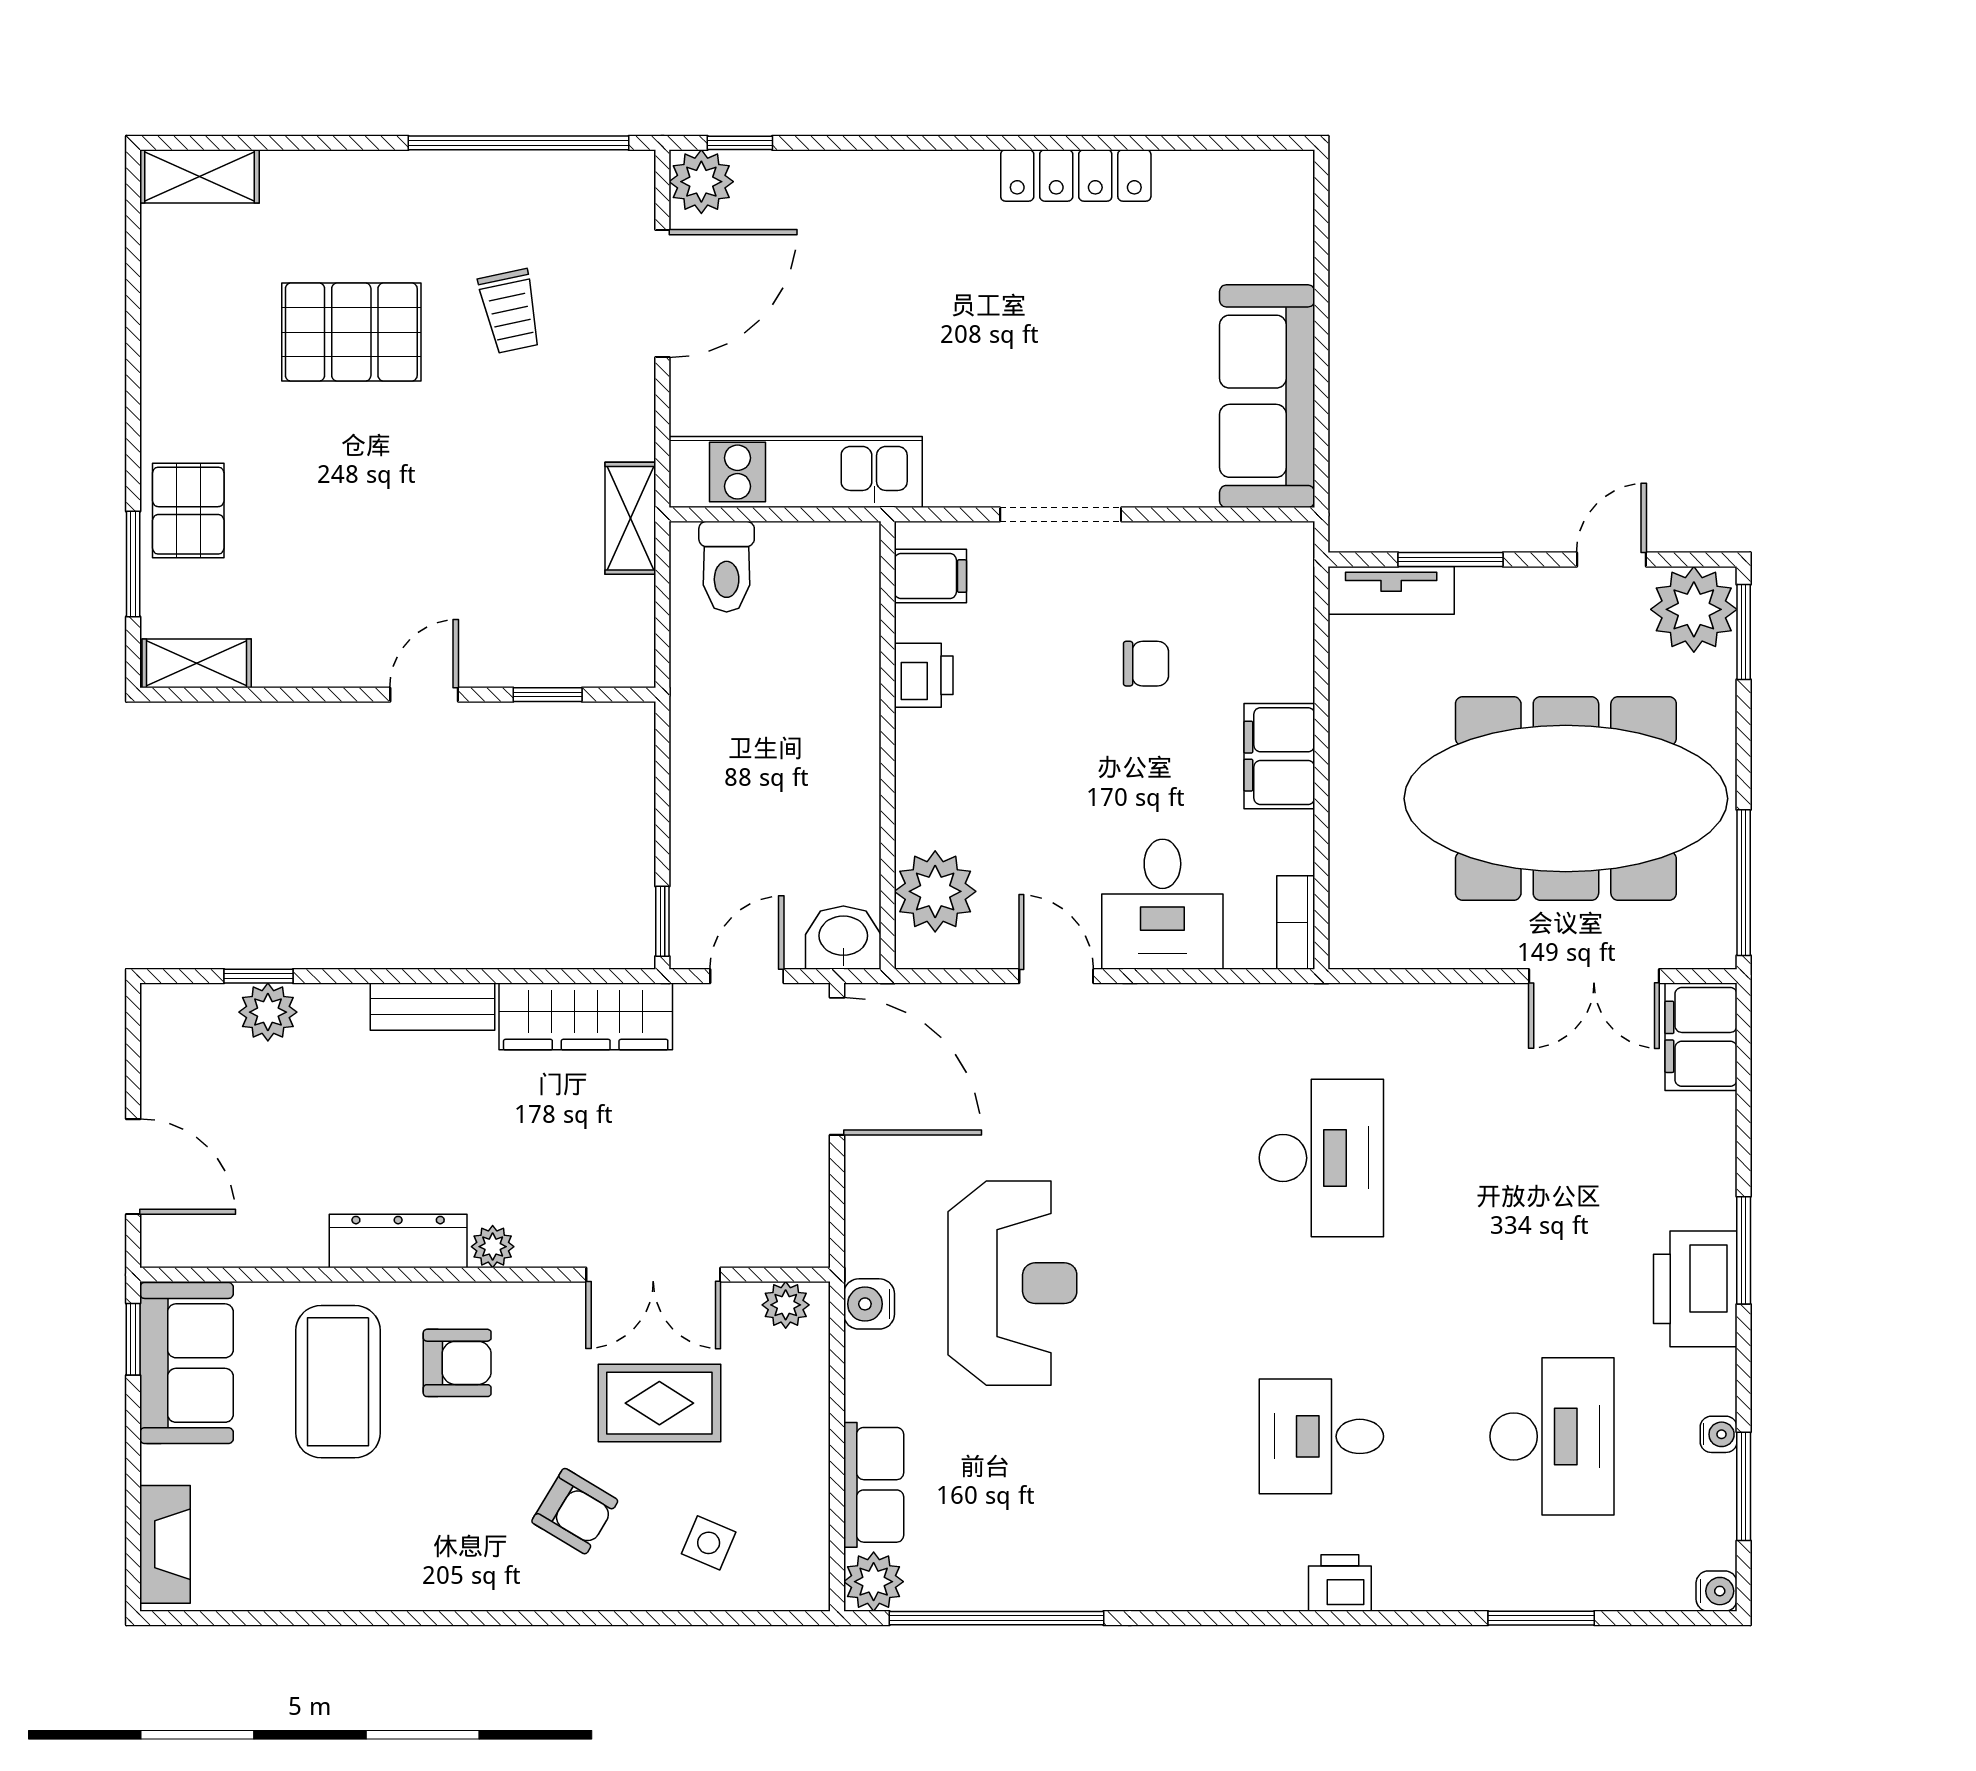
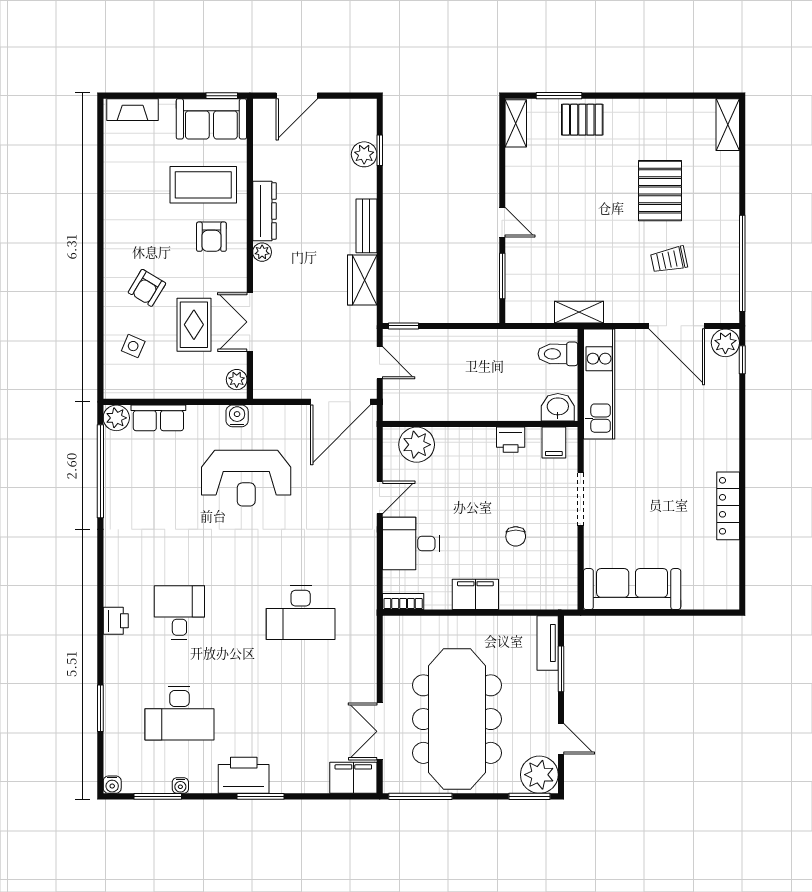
window: (548, 695) -> (502, 276), width x1.50
washbasin: (843, 938) -> (558, 407), moved, turned -90
wardrobe: (586, 1016) -> (362, 280), width x0.67

